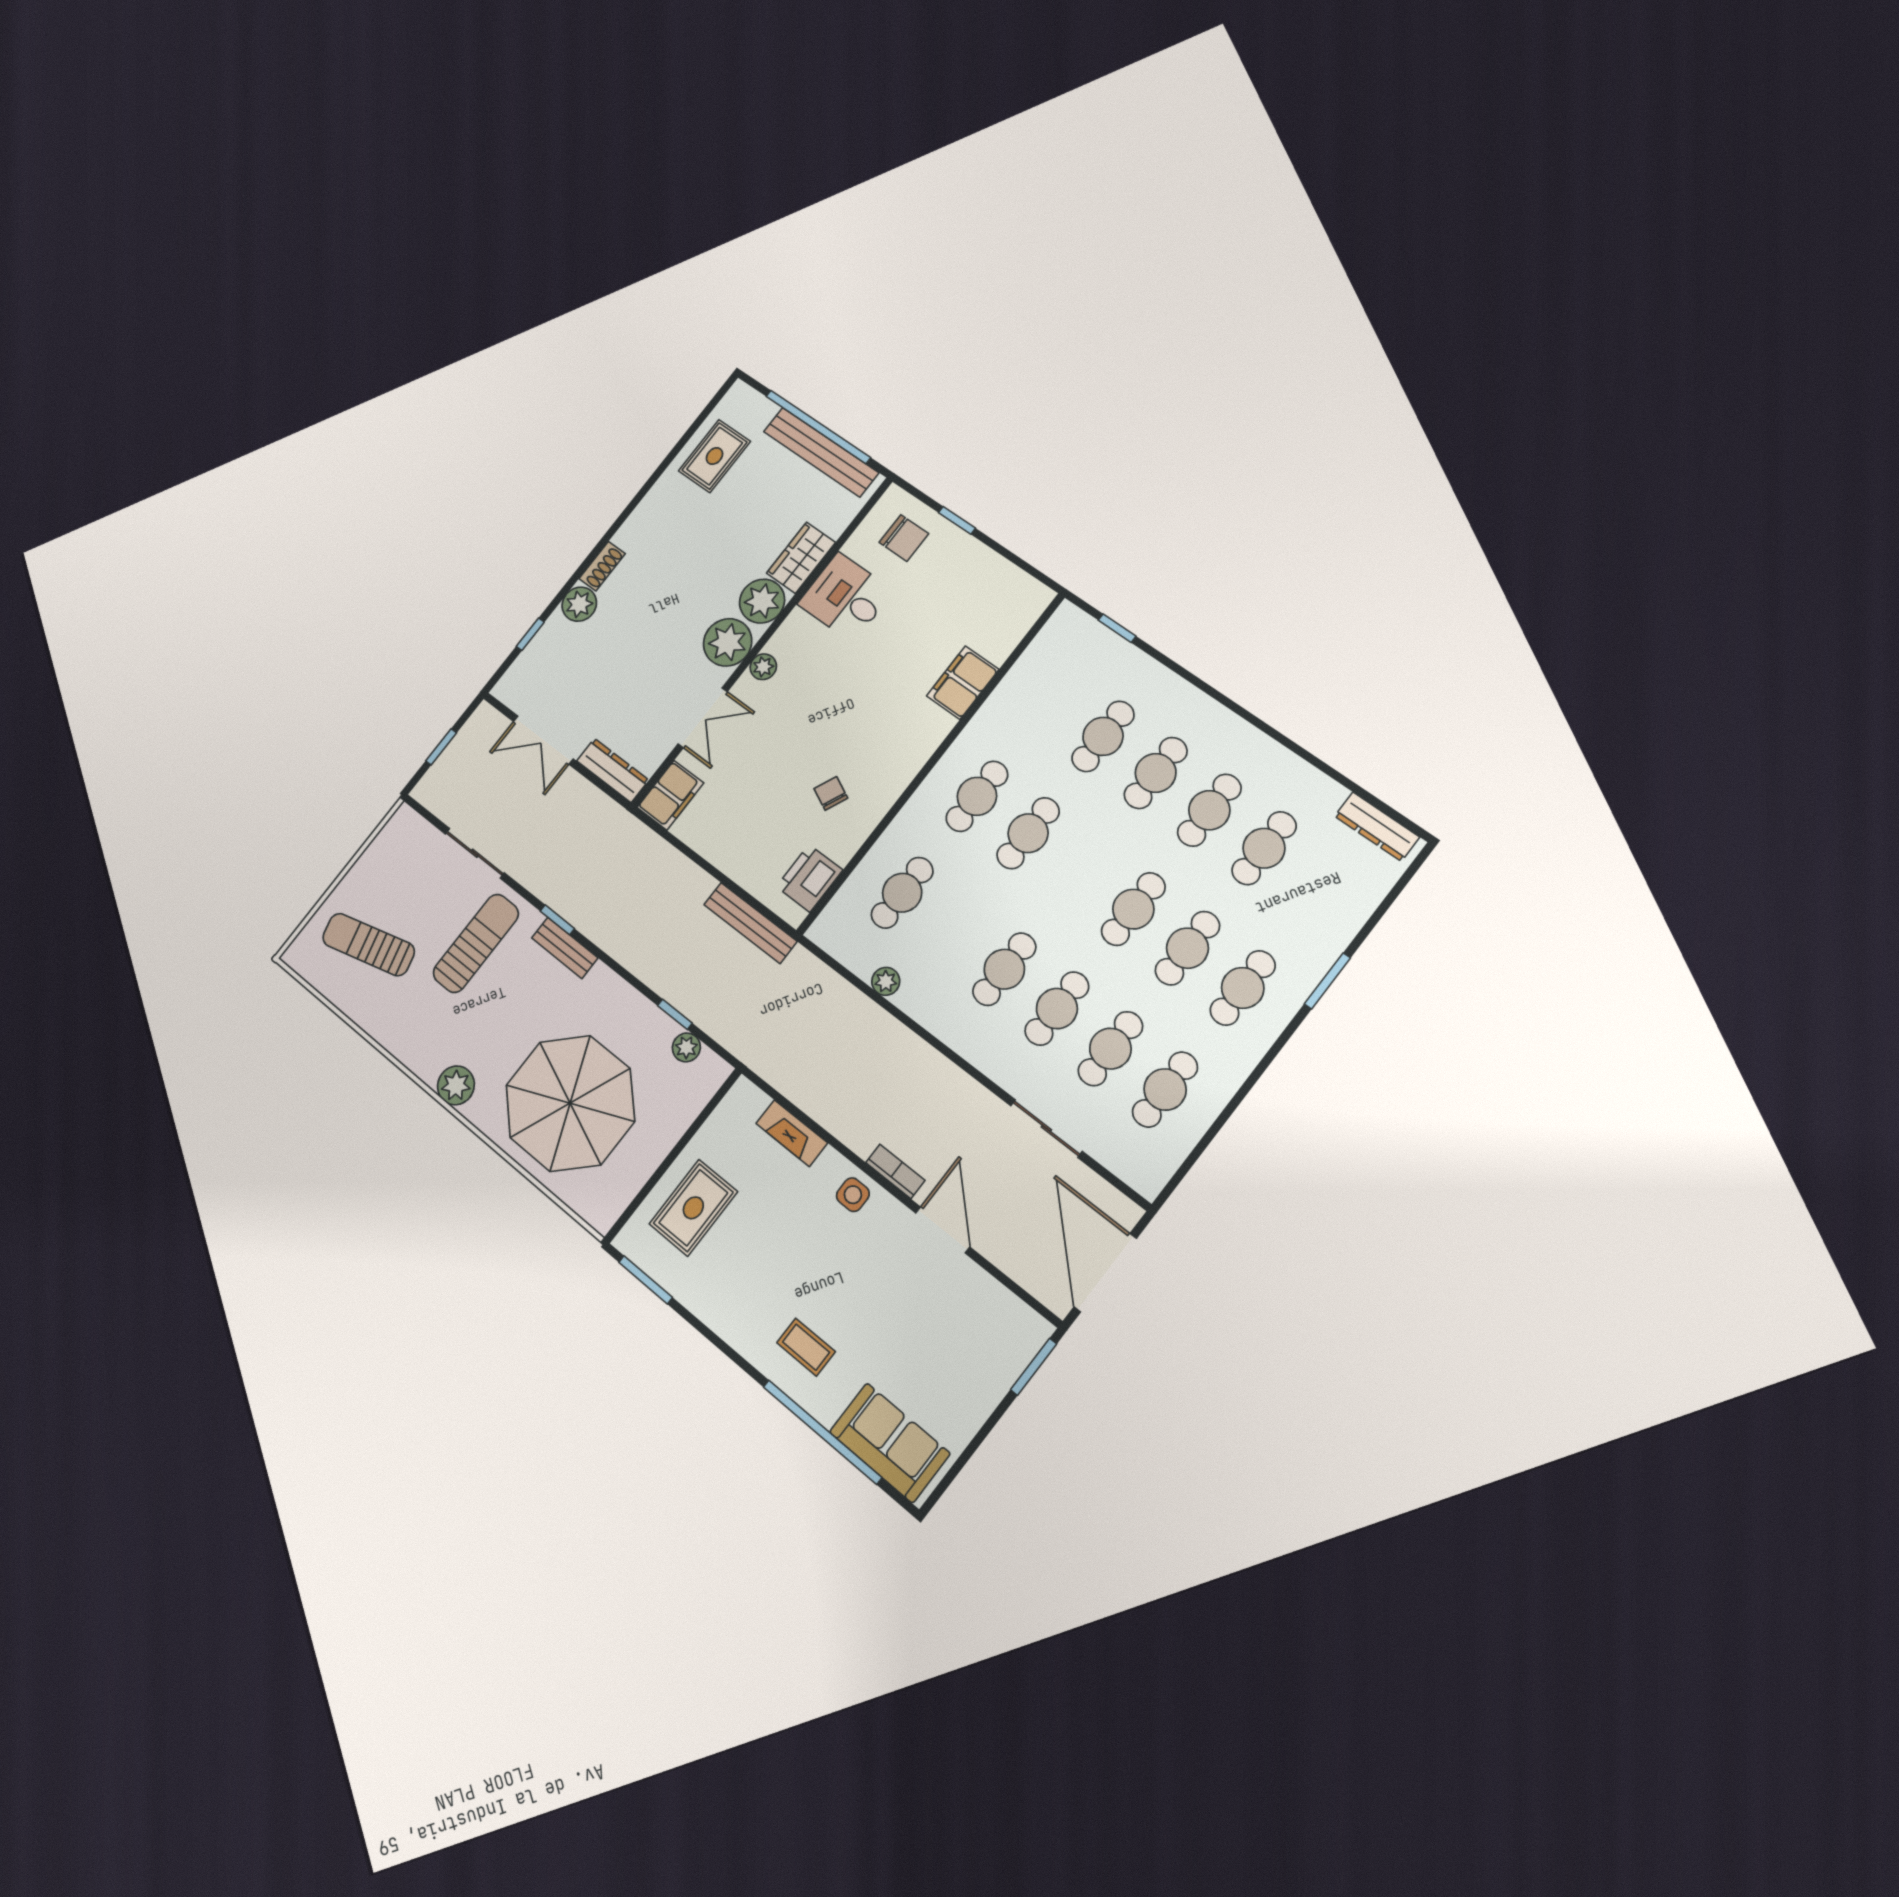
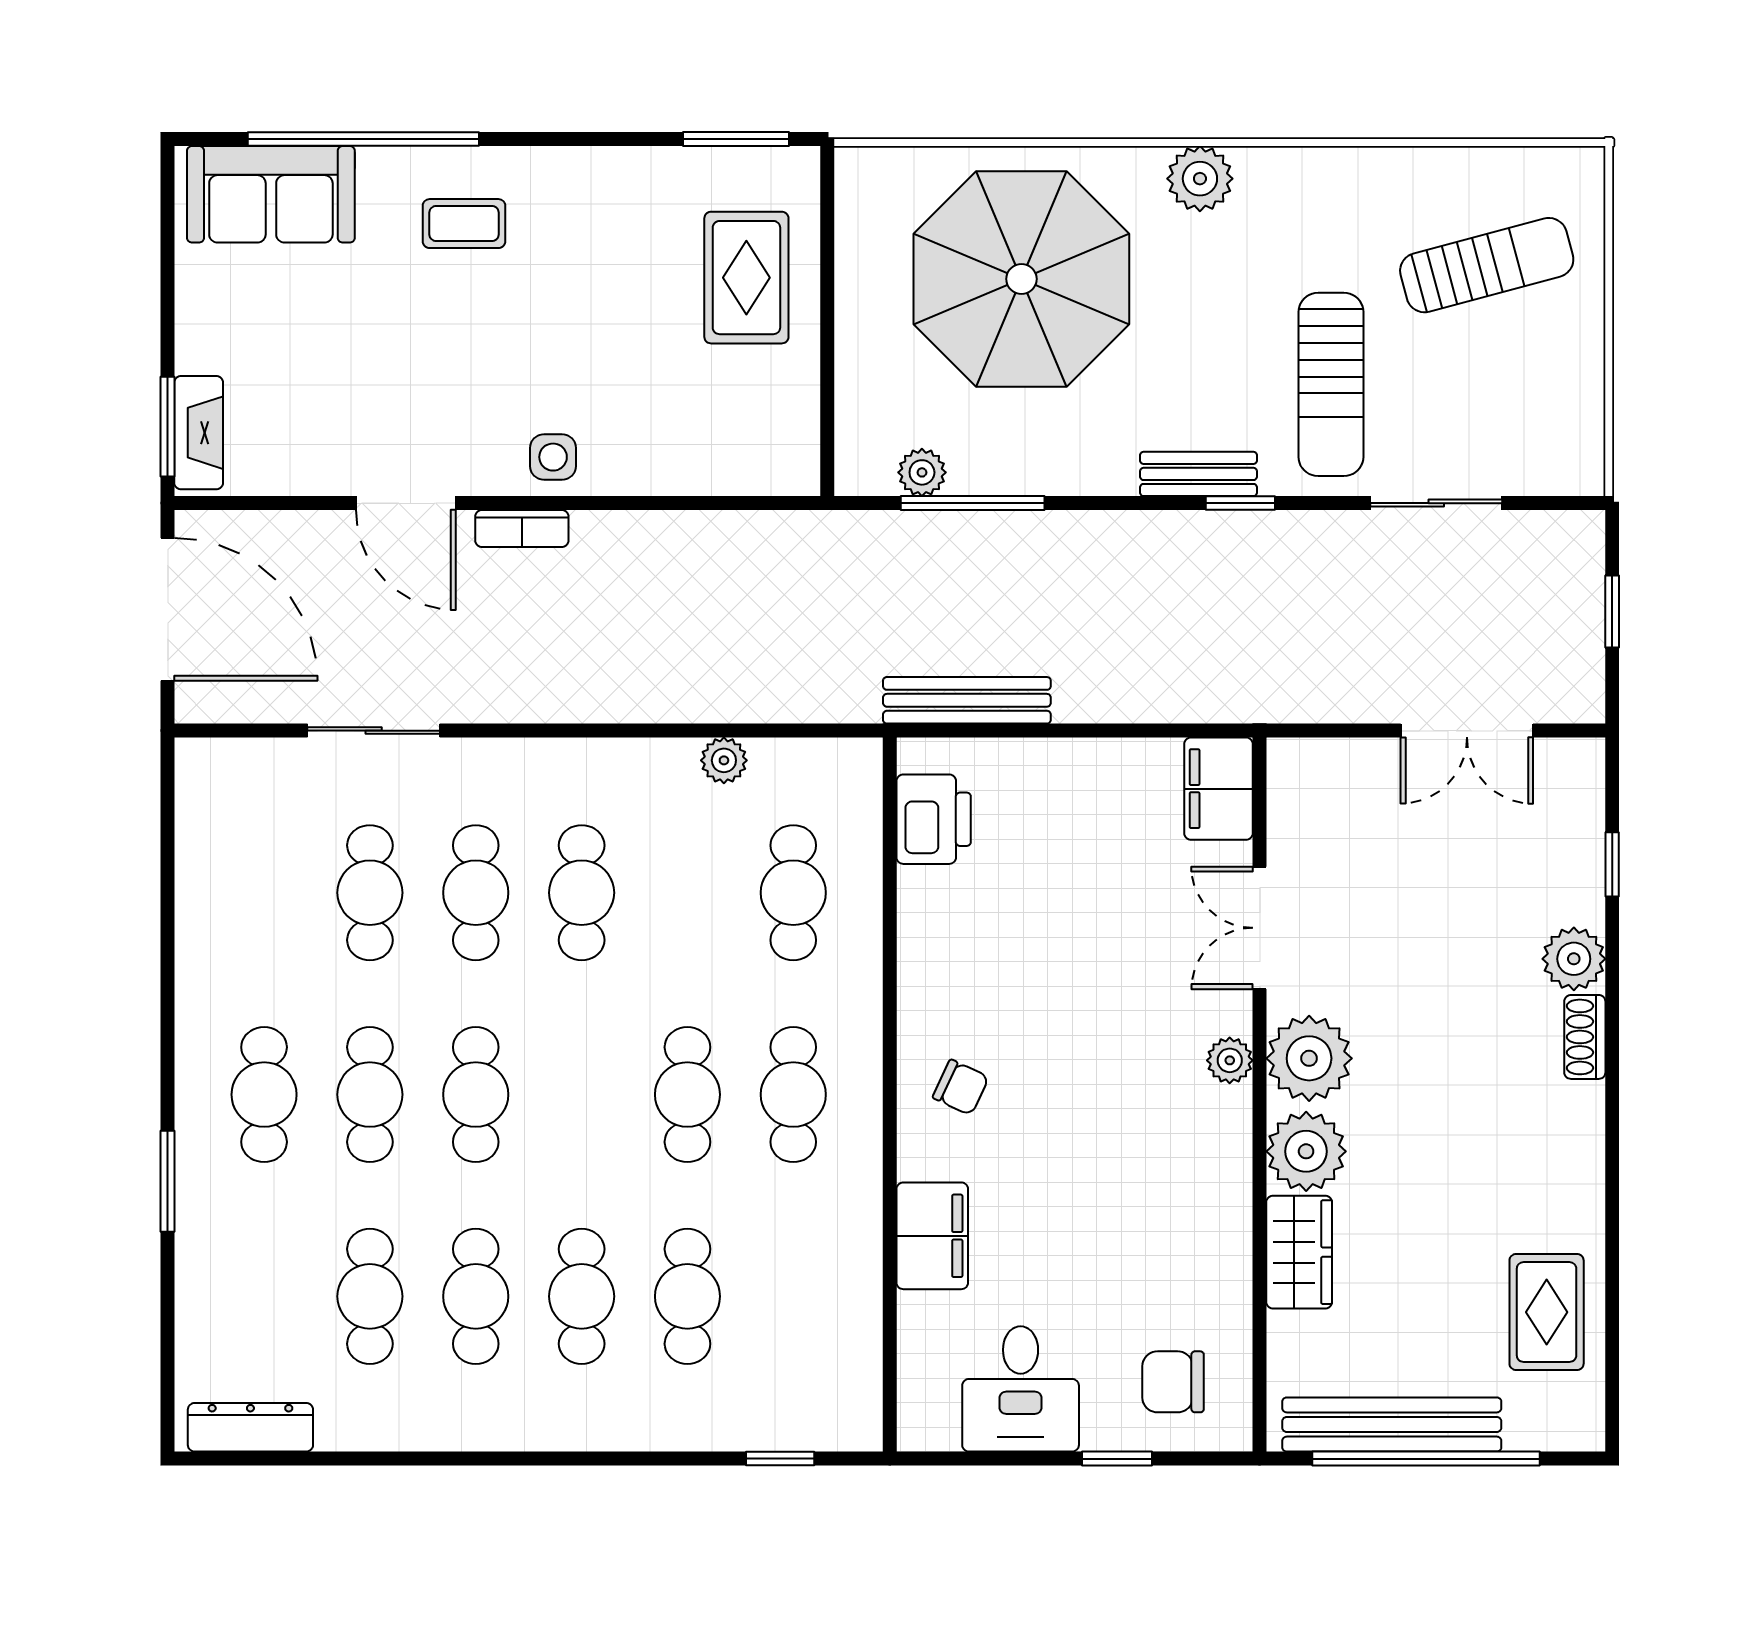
desk: (846, 597) -> (1021, 1389), moved, turned 90
double door: (543, 740) -> (1467, 731), swing flipped
dresser: (613, 770) -> (1330, 762), removed
chair: (831, 793) -> (961, 1087), moved
window: (675, 1014) -> (973, 503), width x2.17
cafe table: (1165, 1090) -> (264, 893), removed
fireplace: (792, 1133) -> (199, 433), moved, turned 90

